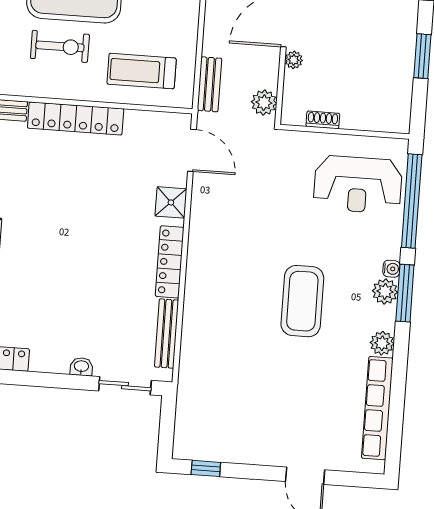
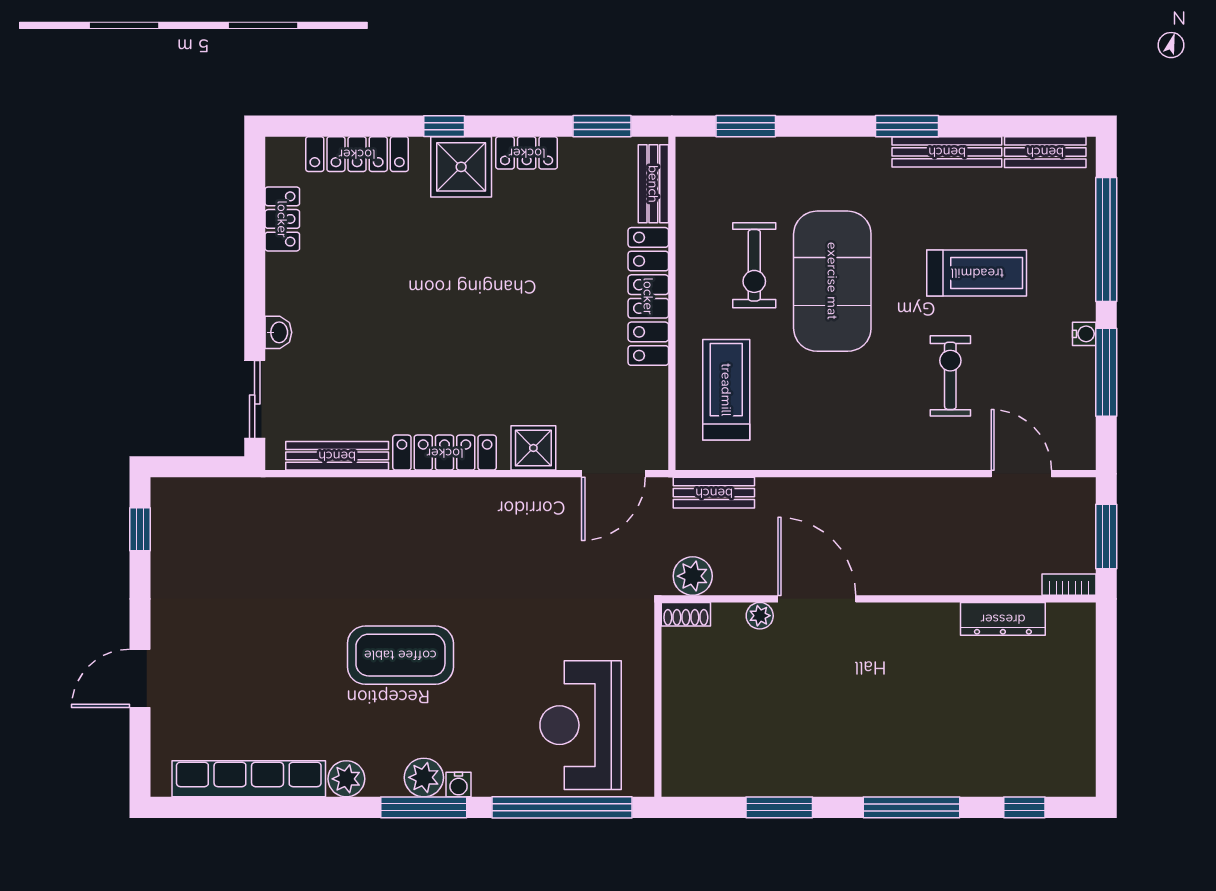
shoe rack: (323, 120) -> (686, 614), moved, turned 90

